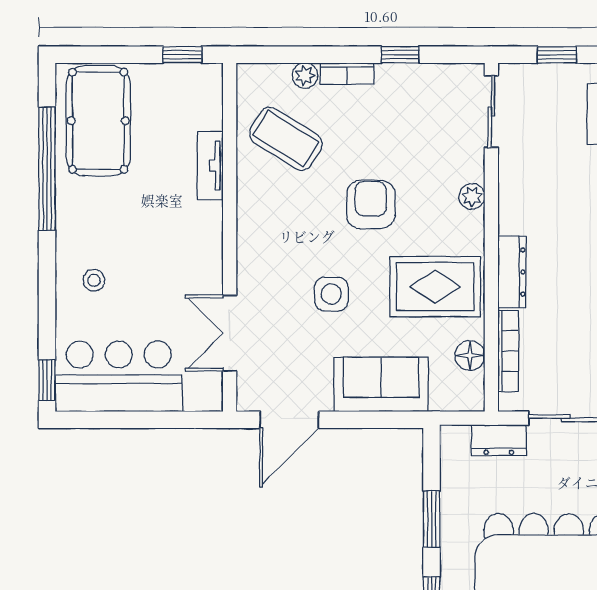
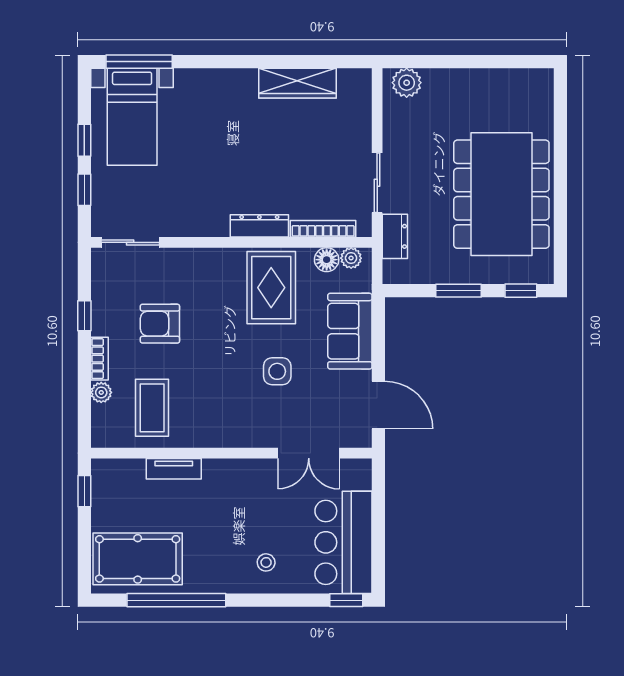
coffee table: (286, 139) -> (152, 408), turned -32
plant: (472, 196) -> (351, 258), moved
armchair: (371, 204) -> (160, 324), moved

